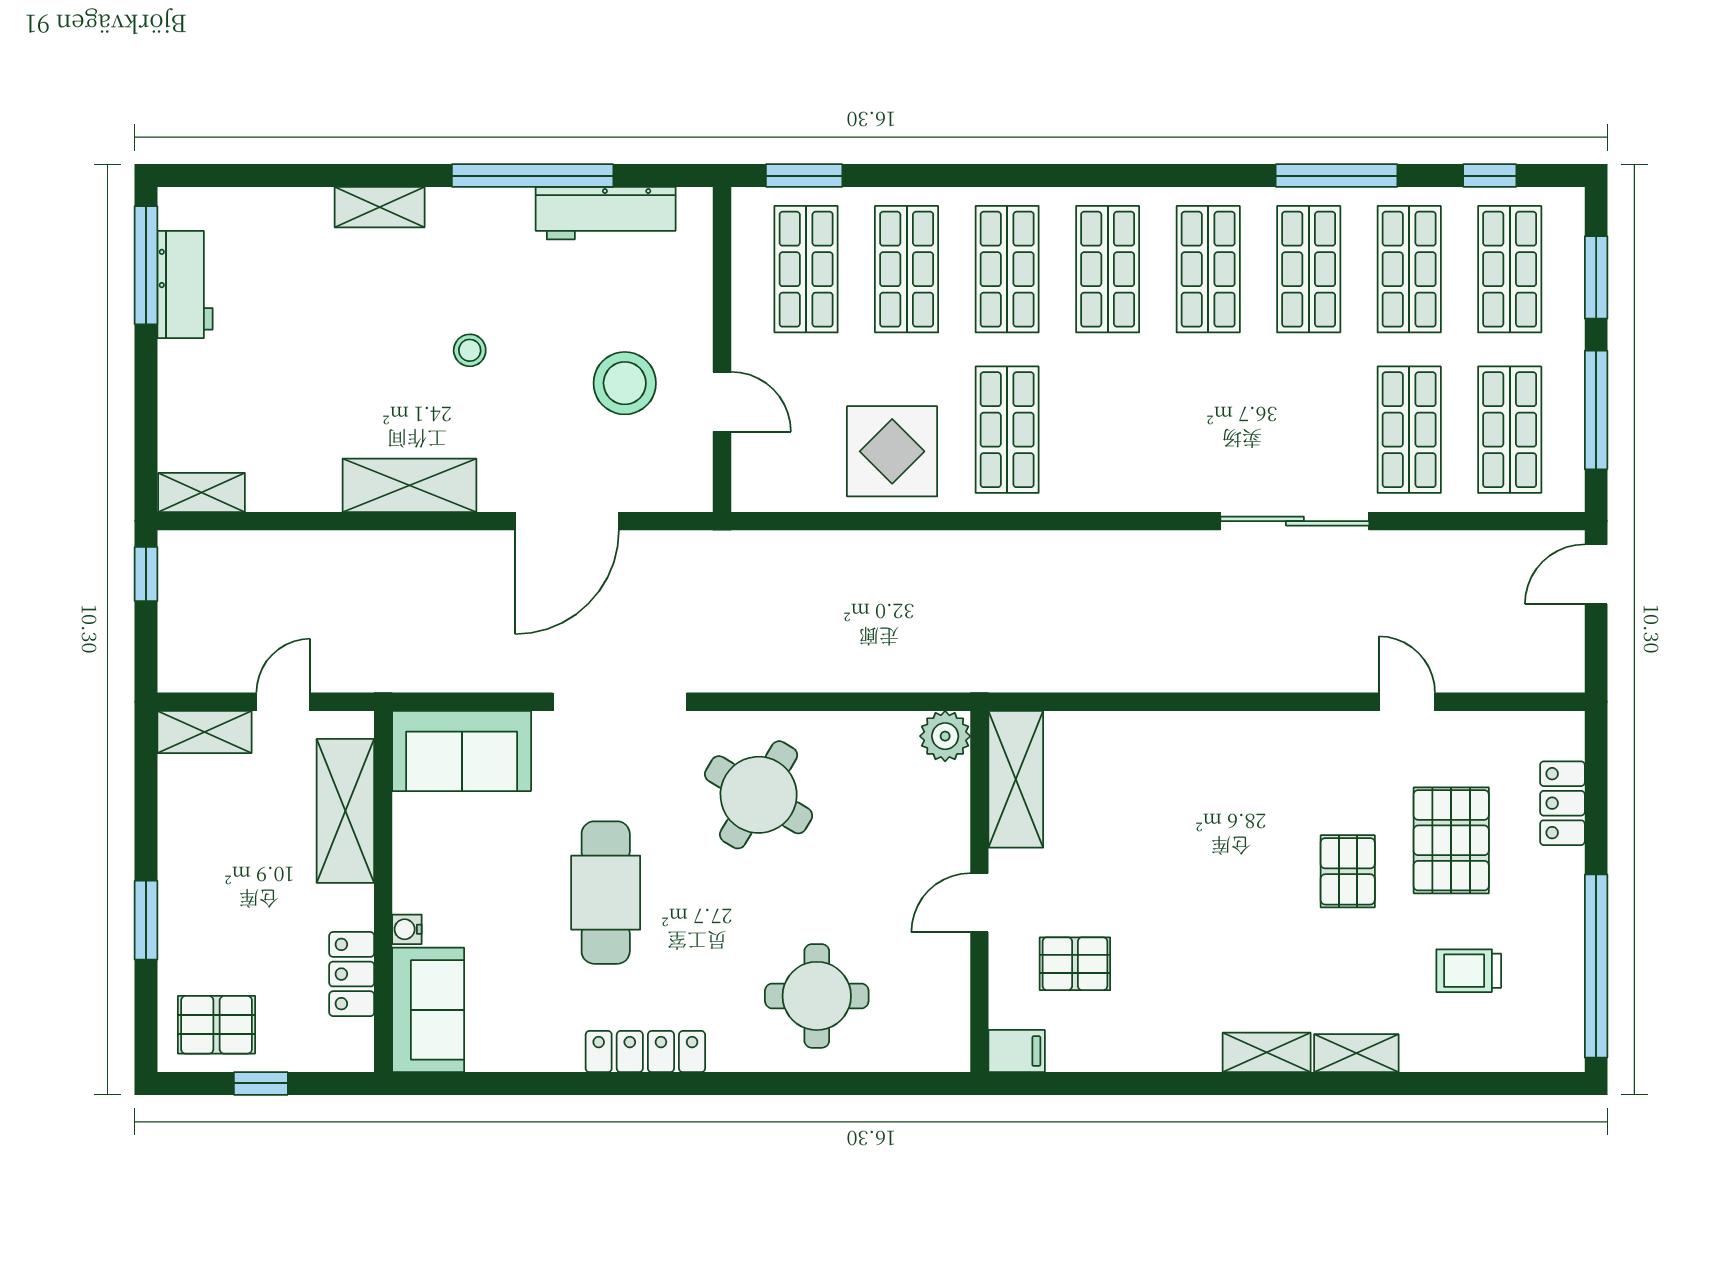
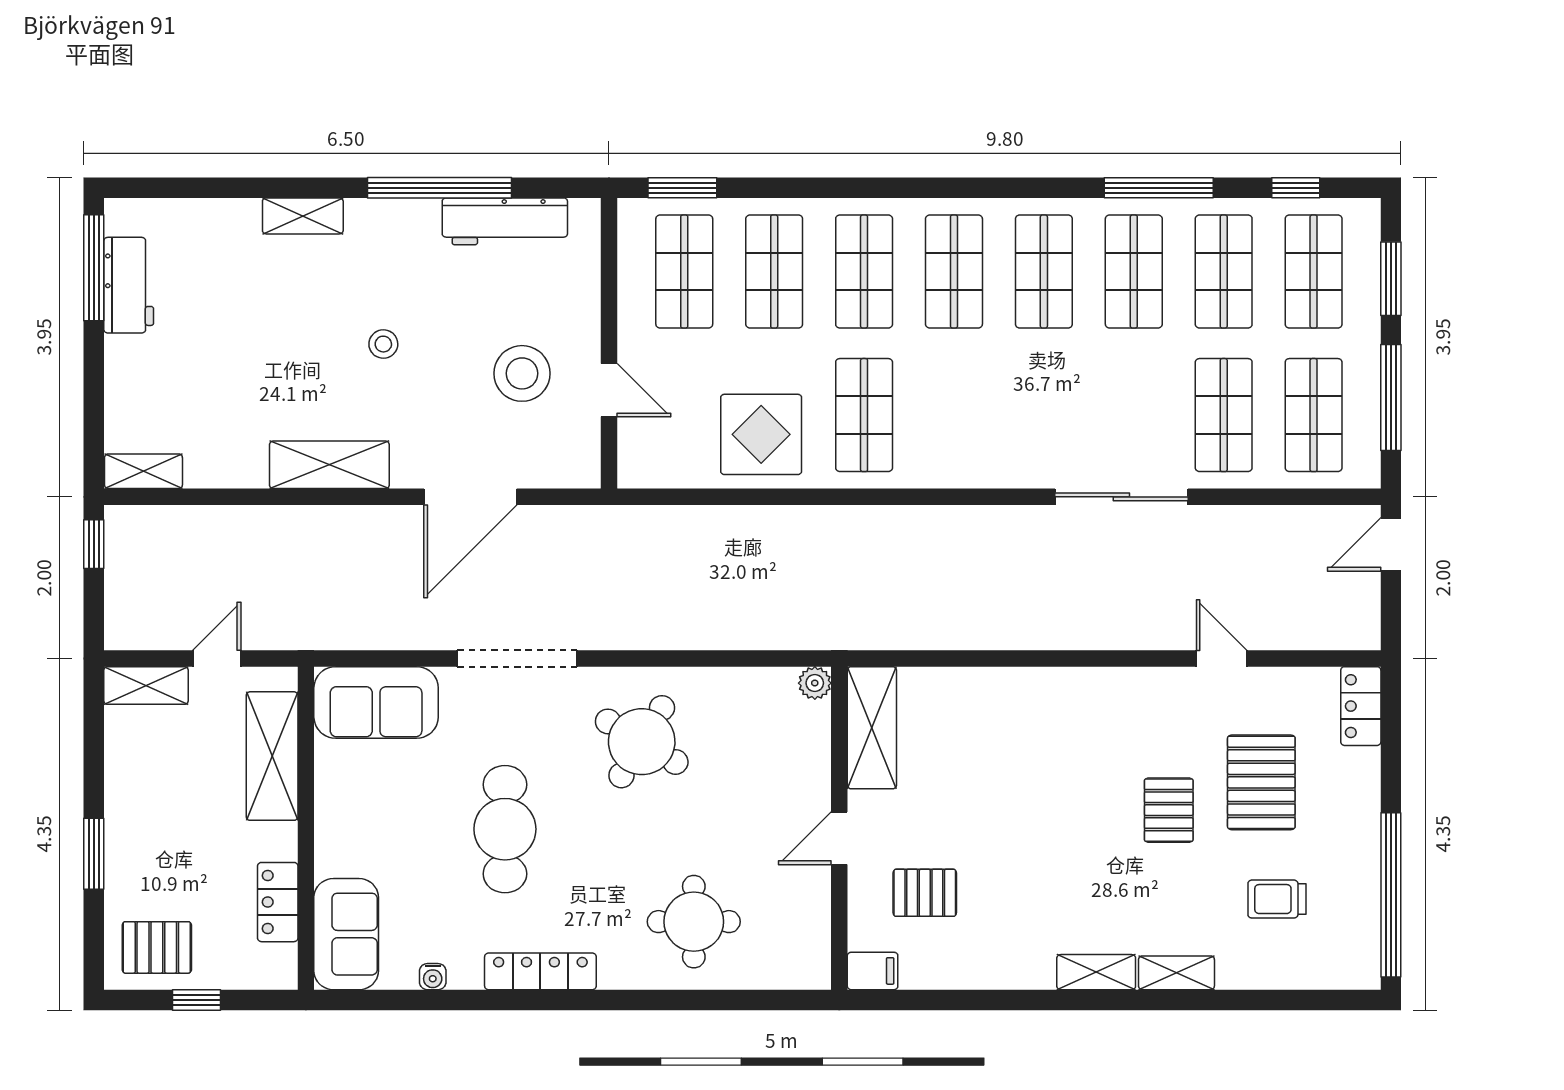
plant: (945, 736) -> (815, 683), width x0.73, depth x0.73
locker: (1562, 803) -> (1361, 706), moved
water cooler: (407, 929) -> (433, 977), moved, turned -90

